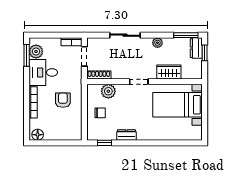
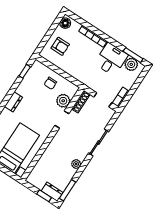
wardrobe: (169, 72) -> (47, 158), removed
doorway: (139, 82) -> (62, 119), moved
armchair: (63, 100) -> (60, 46), moved
dresser: (126, 135) -> (14, 102), moved

